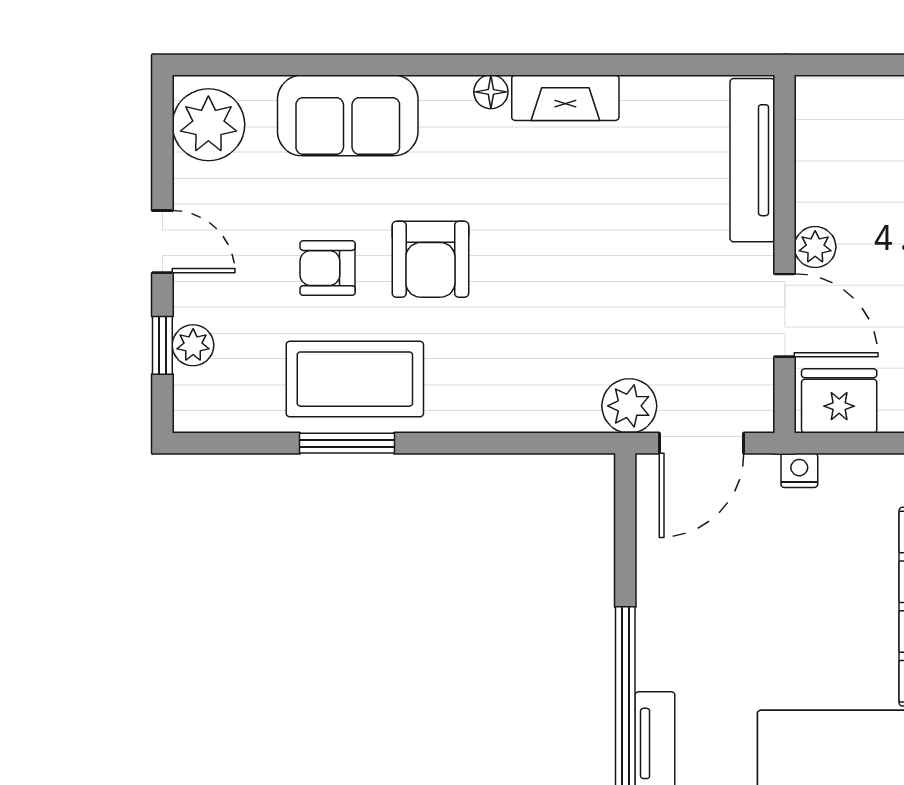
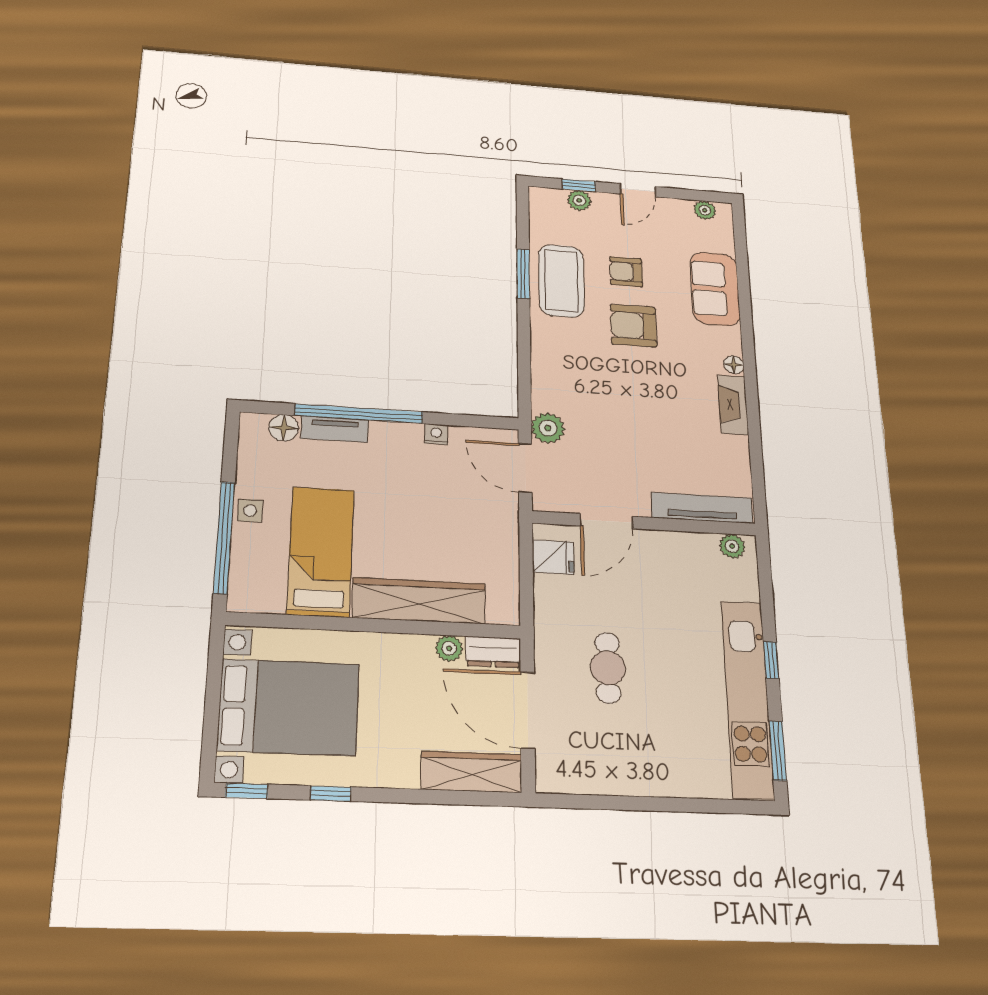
plant: (208, 125) -> (705, 210), width x0.53, depth x0.53
plant: (815, 247) -> (732, 546), moved
armchair: (328, 268) -> (626, 272), turned -90
fridge: (839, 401) -> (553, 557), width x0.72
nightstand: (799, 470) -> (436, 434), moved, turned -90

